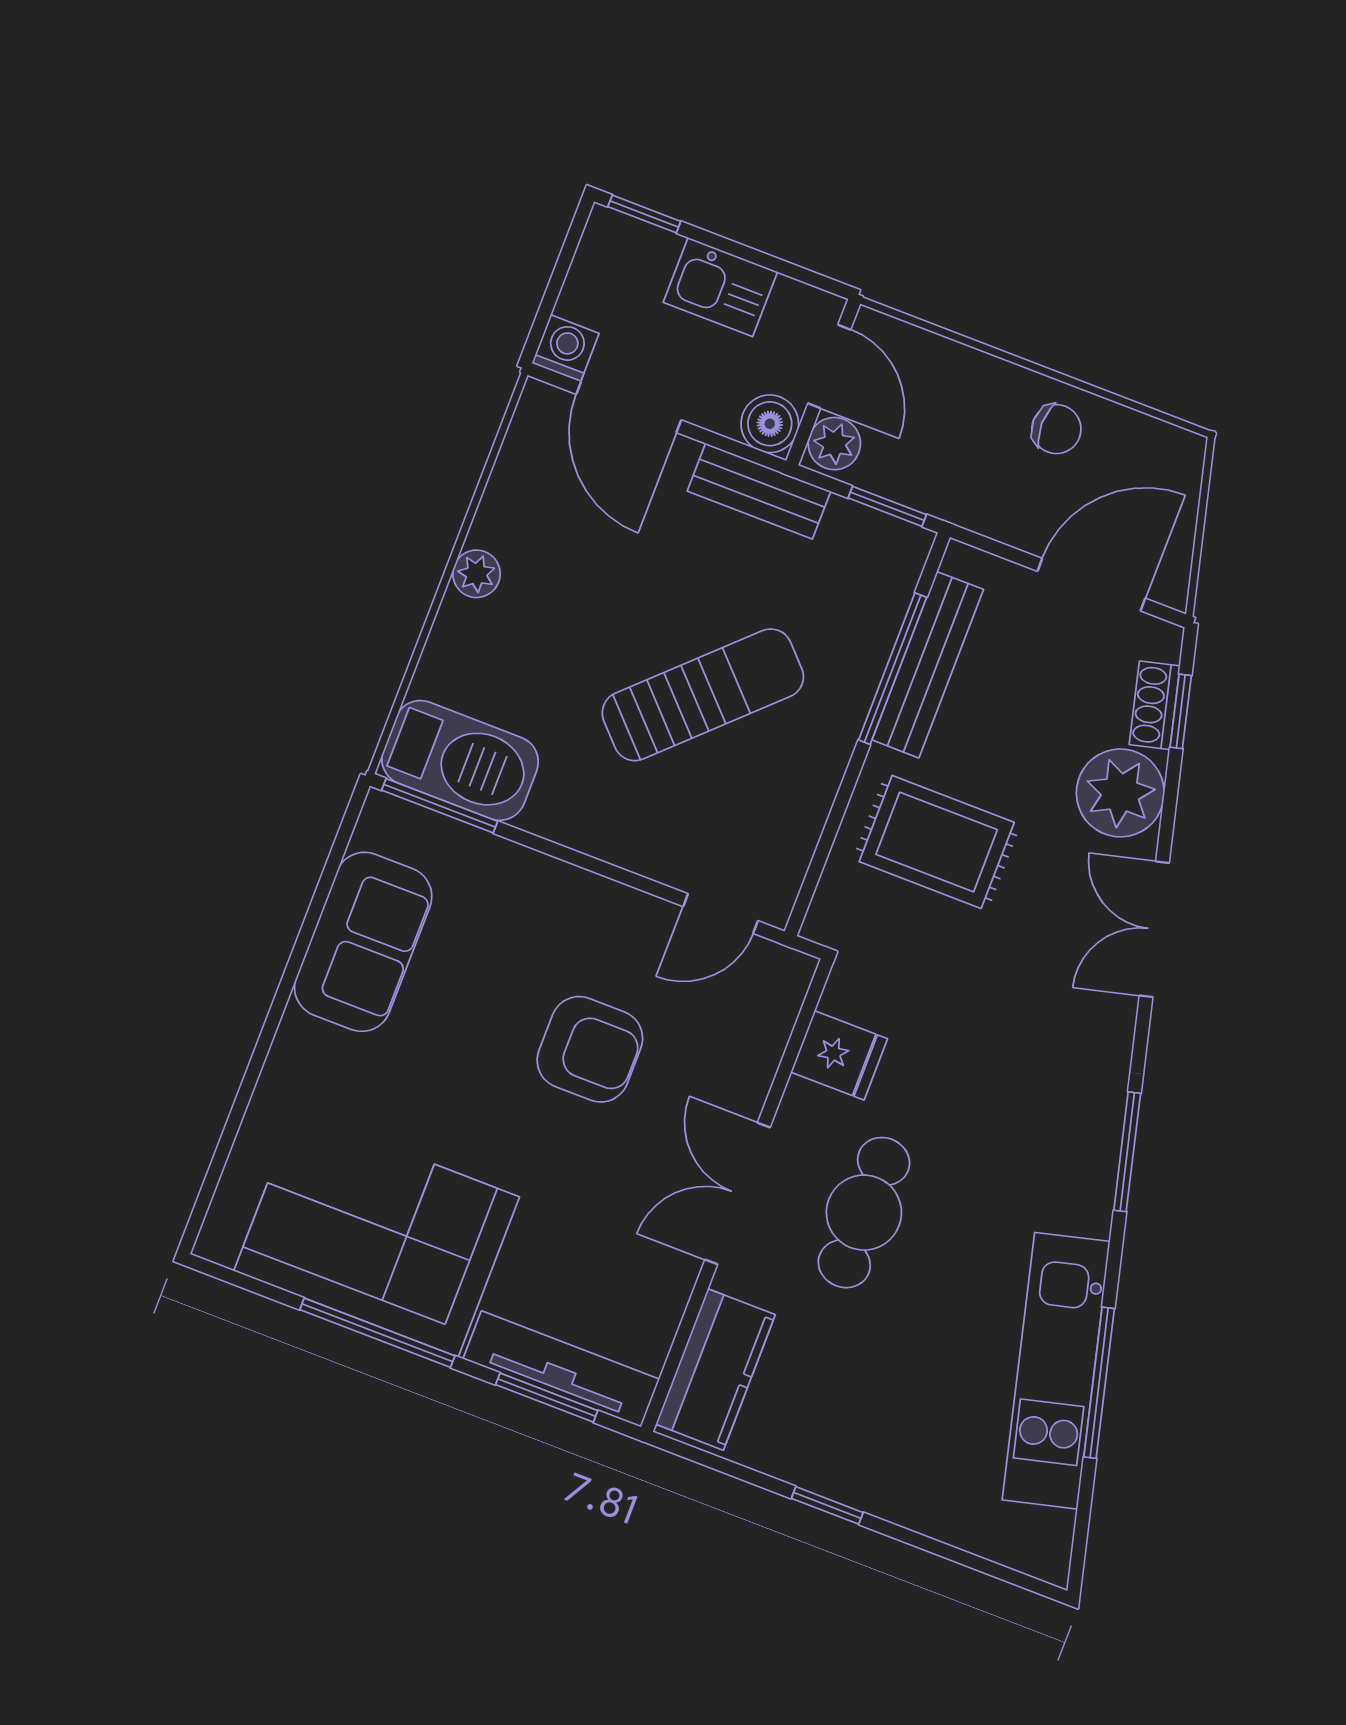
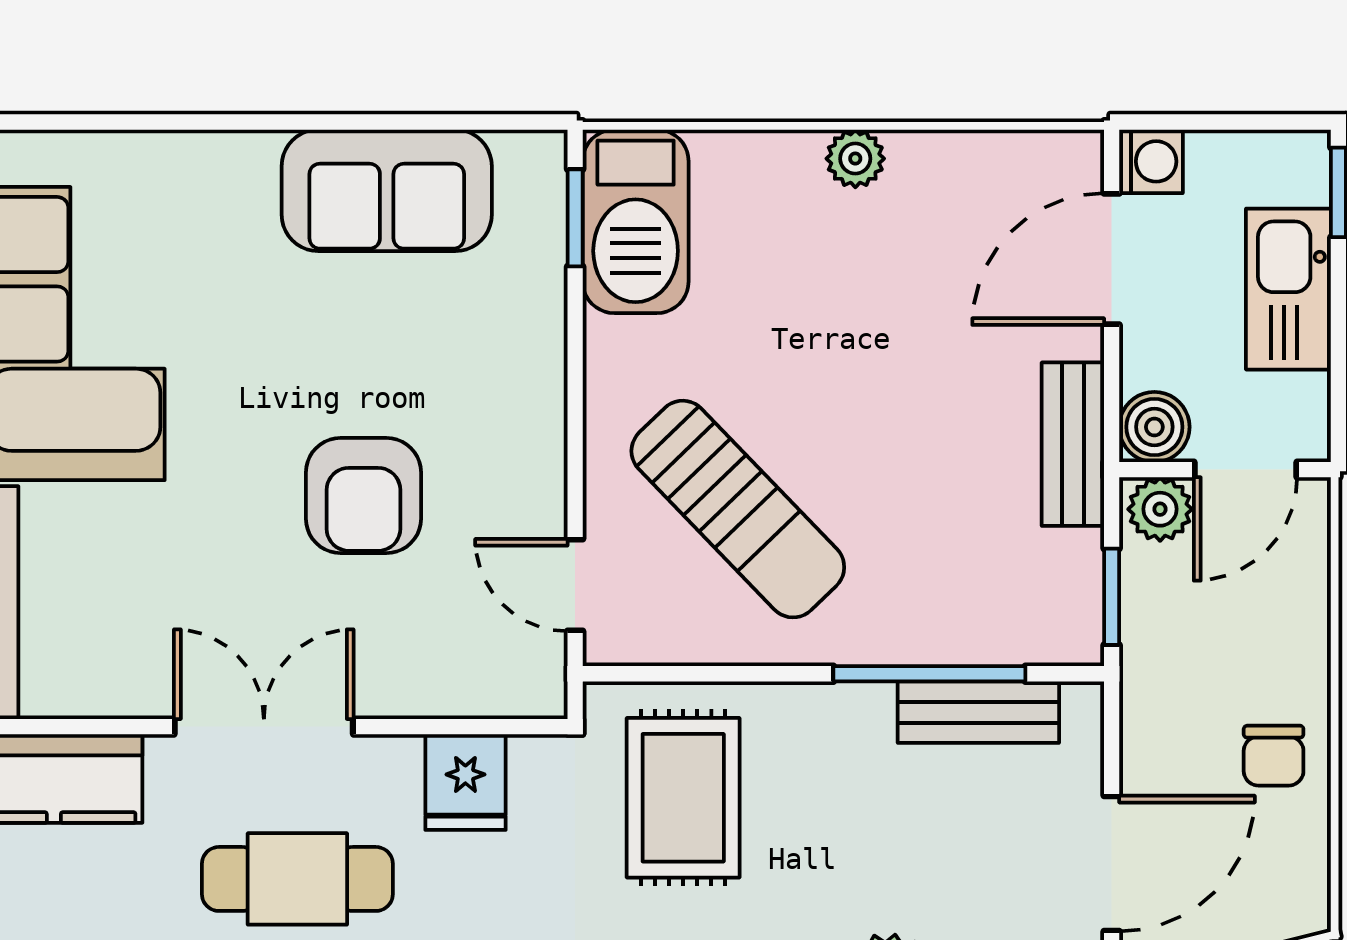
kitchen sink: (720, 287) -> (1288, 289), width x1.38
door: (1091, 585) -> (1112, 863), hinge flipped
bench: (928, 665) -> (978, 712), width x0.73
sun lounger: (703, 695) -> (738, 509), moved
window: (440, 806) -> (575, 218), width x0.67
rug: (937, 842) -> (683, 798), moved

